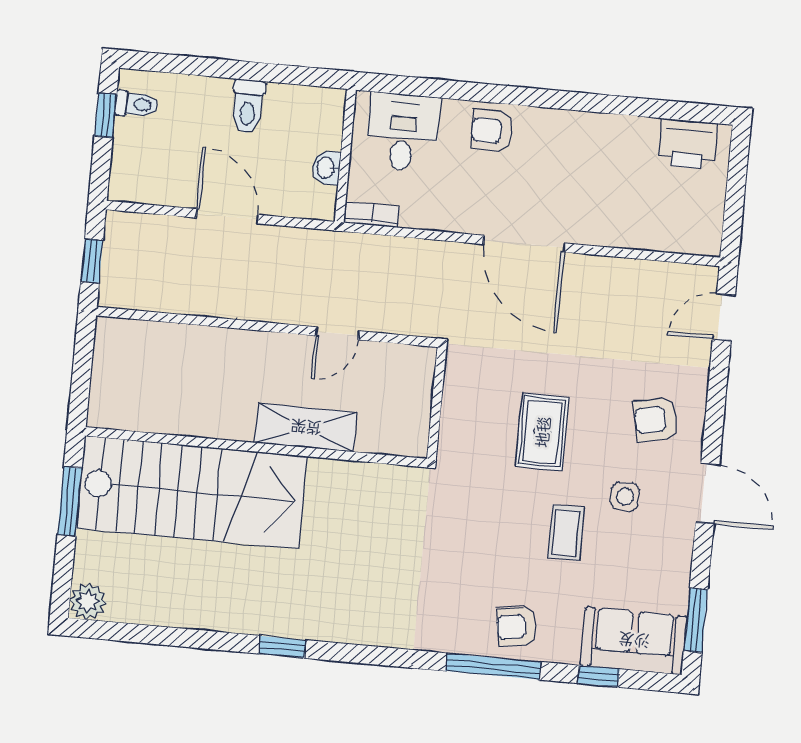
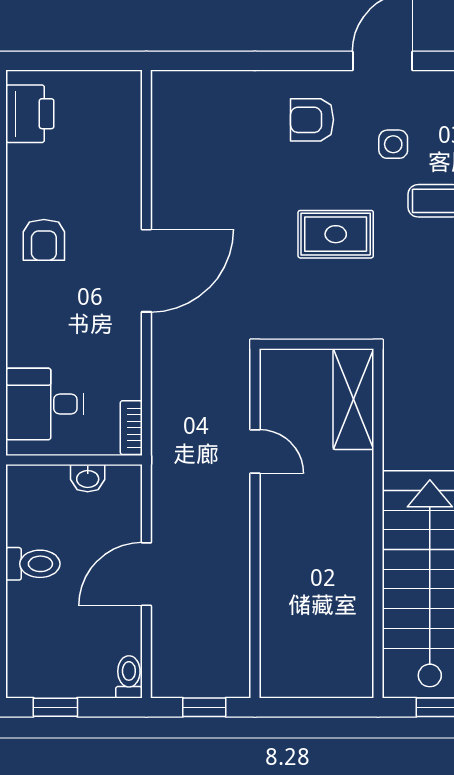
toilet: (136, 104) -> (129, 677), moved
armchair: (492, 131) -> (44, 240), moved
door: (724, 317) -> (202, 61), removed
armchair: (656, 419) -> (312, 120), turned 102
shelving: (306, 428) -> (353, 399), moved

